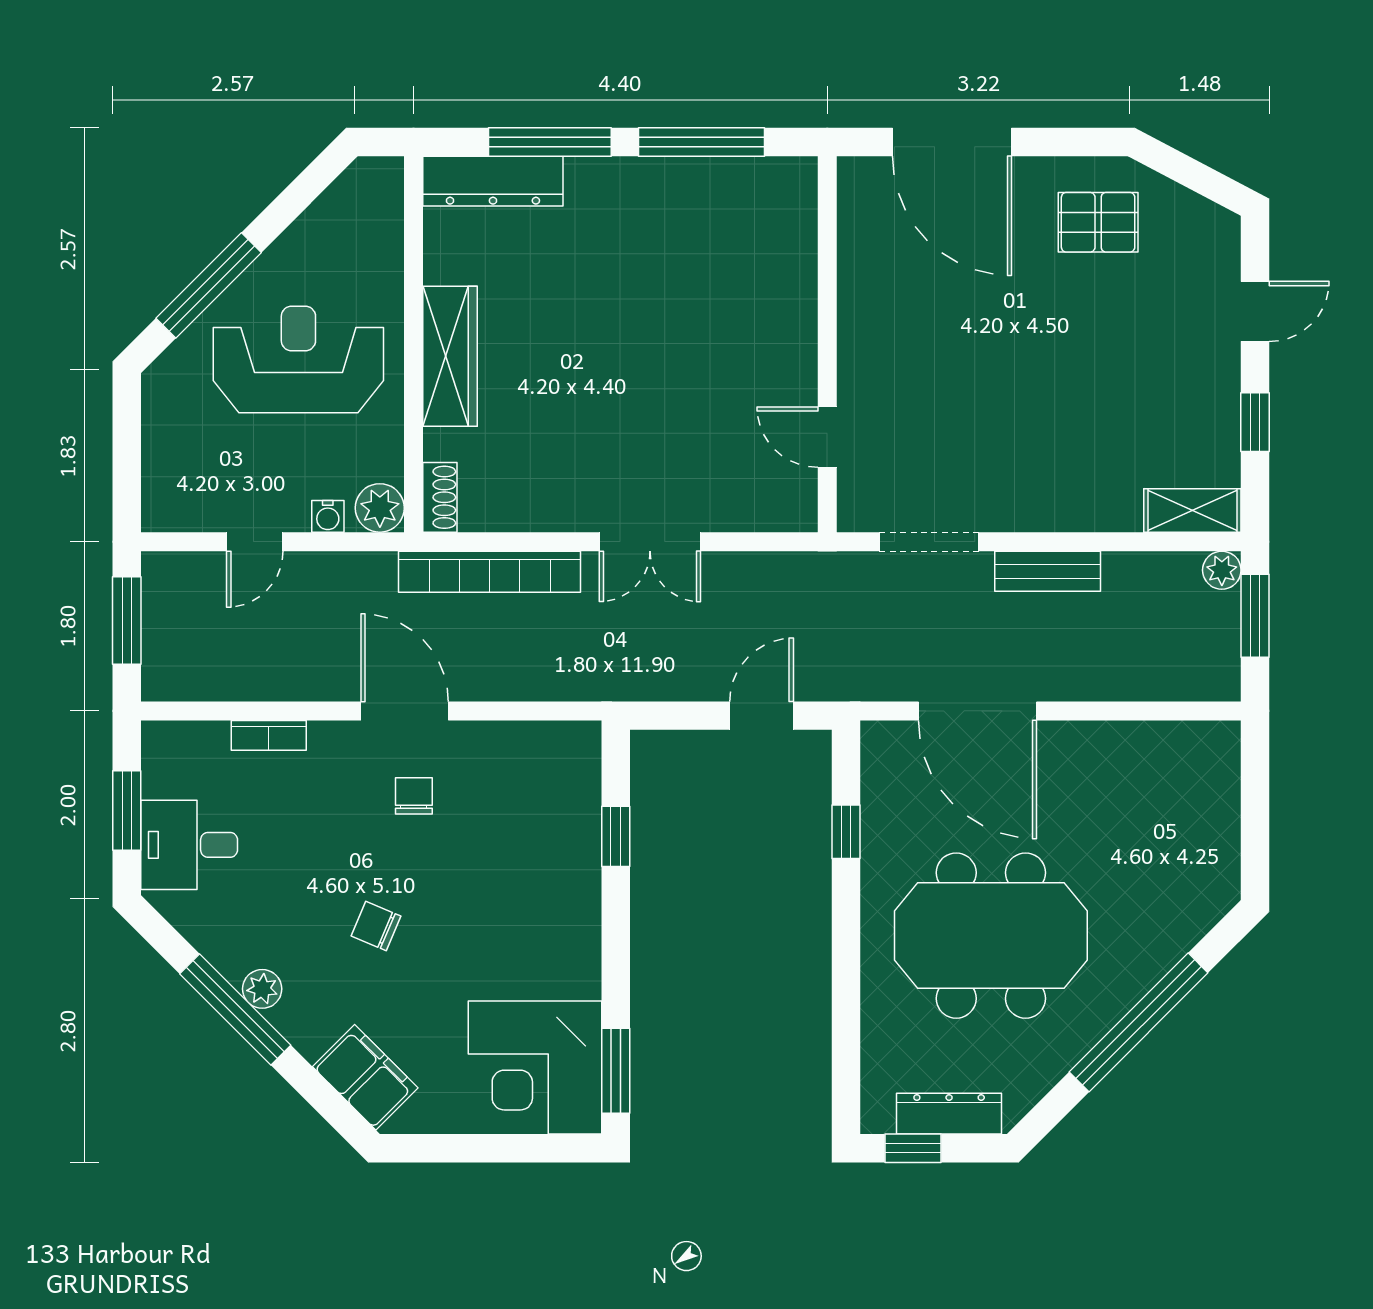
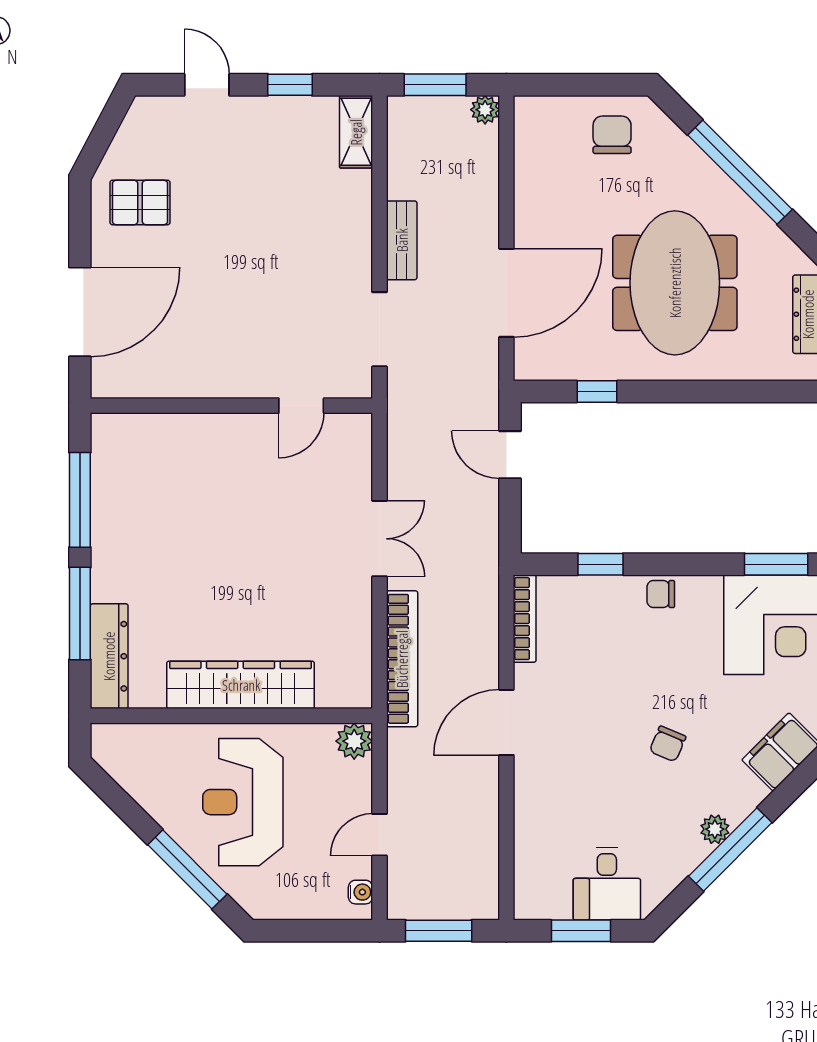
pallet: (1098, 222) -> (140, 202), turned 90
wardrobe: (450, 356) -> (241, 685), width x1.40, depth x1.17
shoe rack: (440, 497) -> (346, 696), removed
water cooler: (328, 516) -> (360, 892), moved
door: (255, 542) -> (380, 835), swing flipped
plant: (1222, 570) -> (485, 110), moved
bookcase: (269, 735) -> (525, 619), moved, width x1.56
chair: (414, 796) -> (661, 594), moved
chair: (1188, 852) -> (612, 135), added

